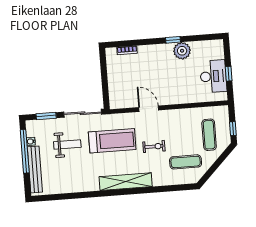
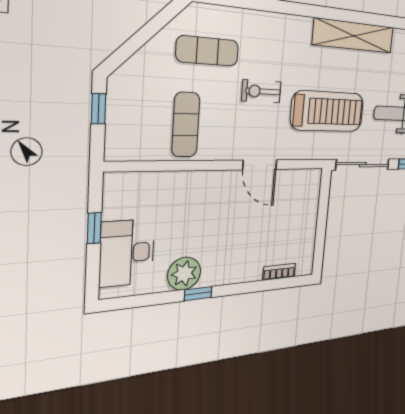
desk: (213, 76) -> (127, 253), moved
exercise mat: (209, 135) -> (186, 125), moved
treadmill: (112, 141) -> (328, 111), turned 180
shelving: (126, 182) -> (354, 36), moved

